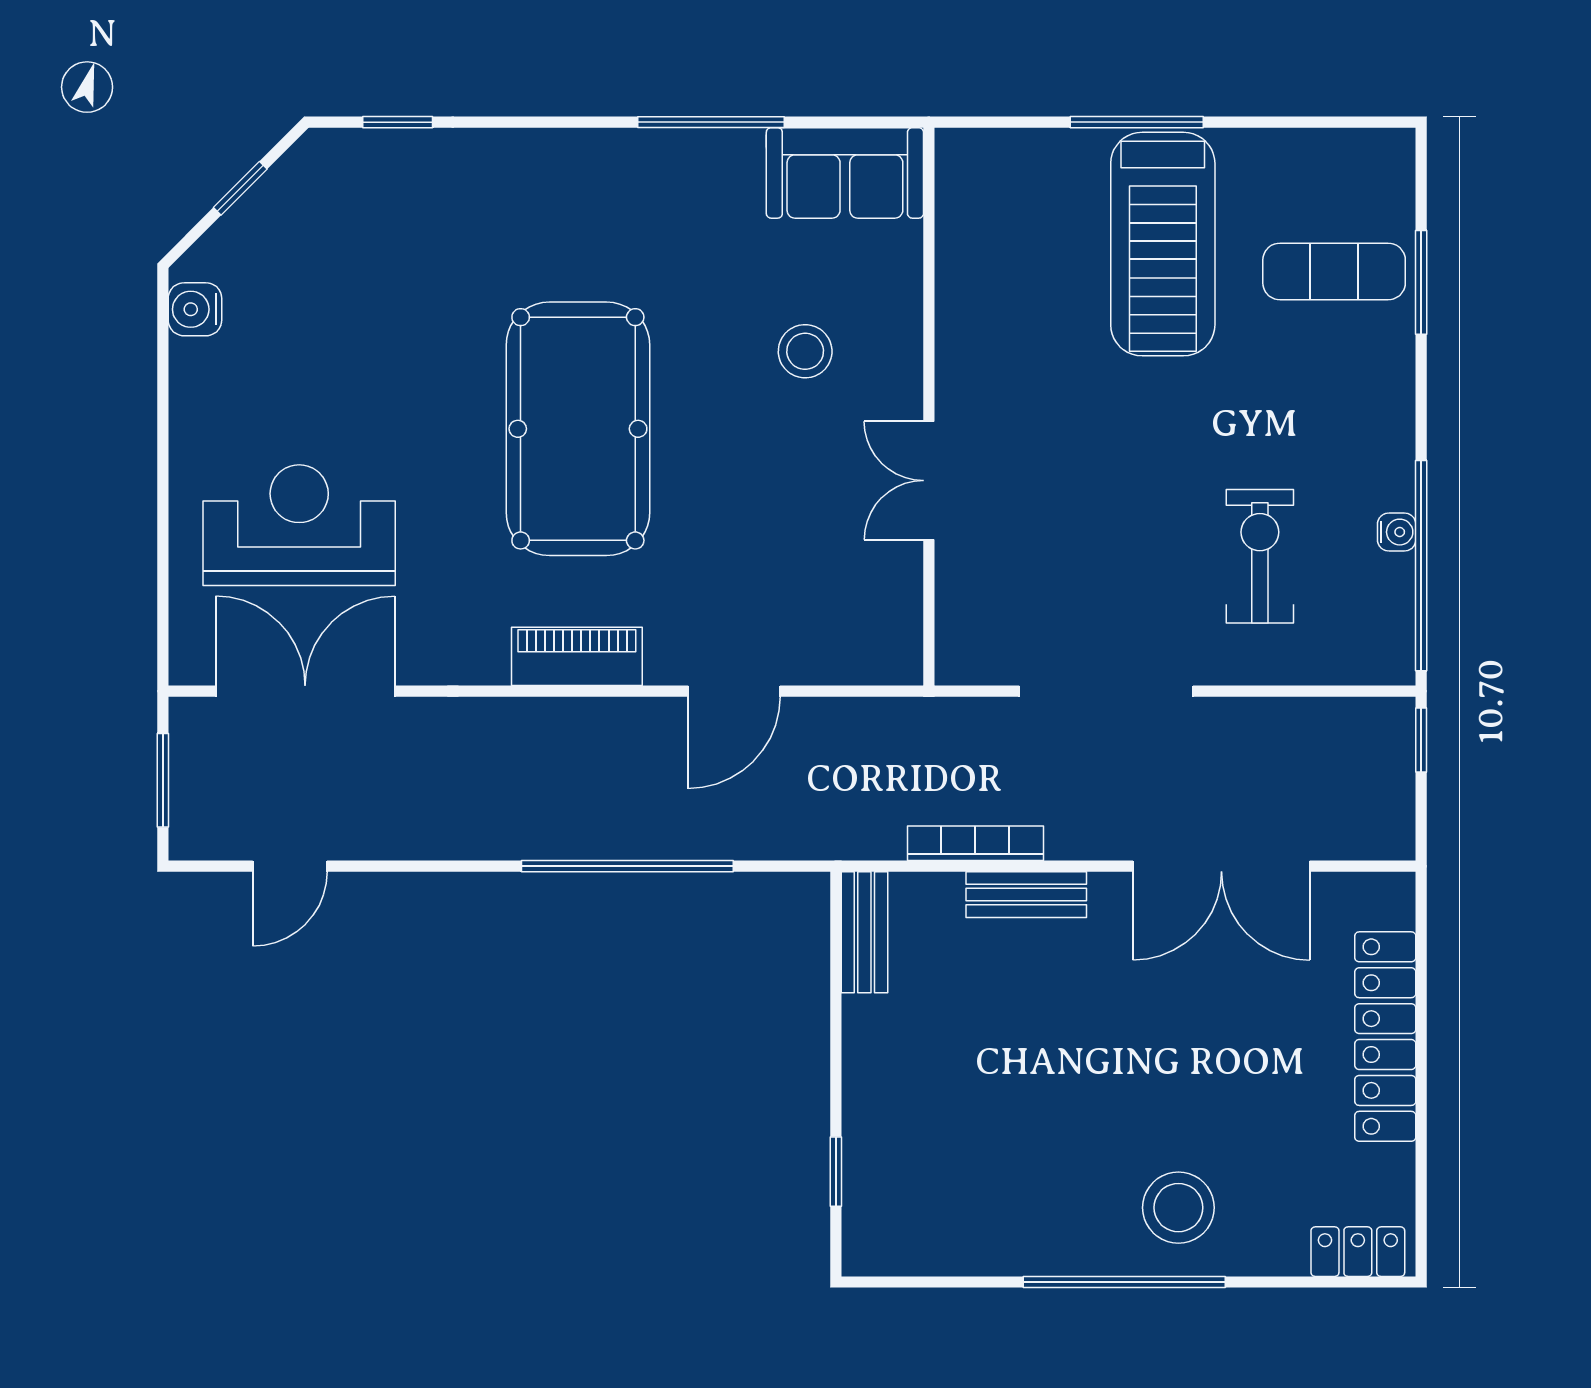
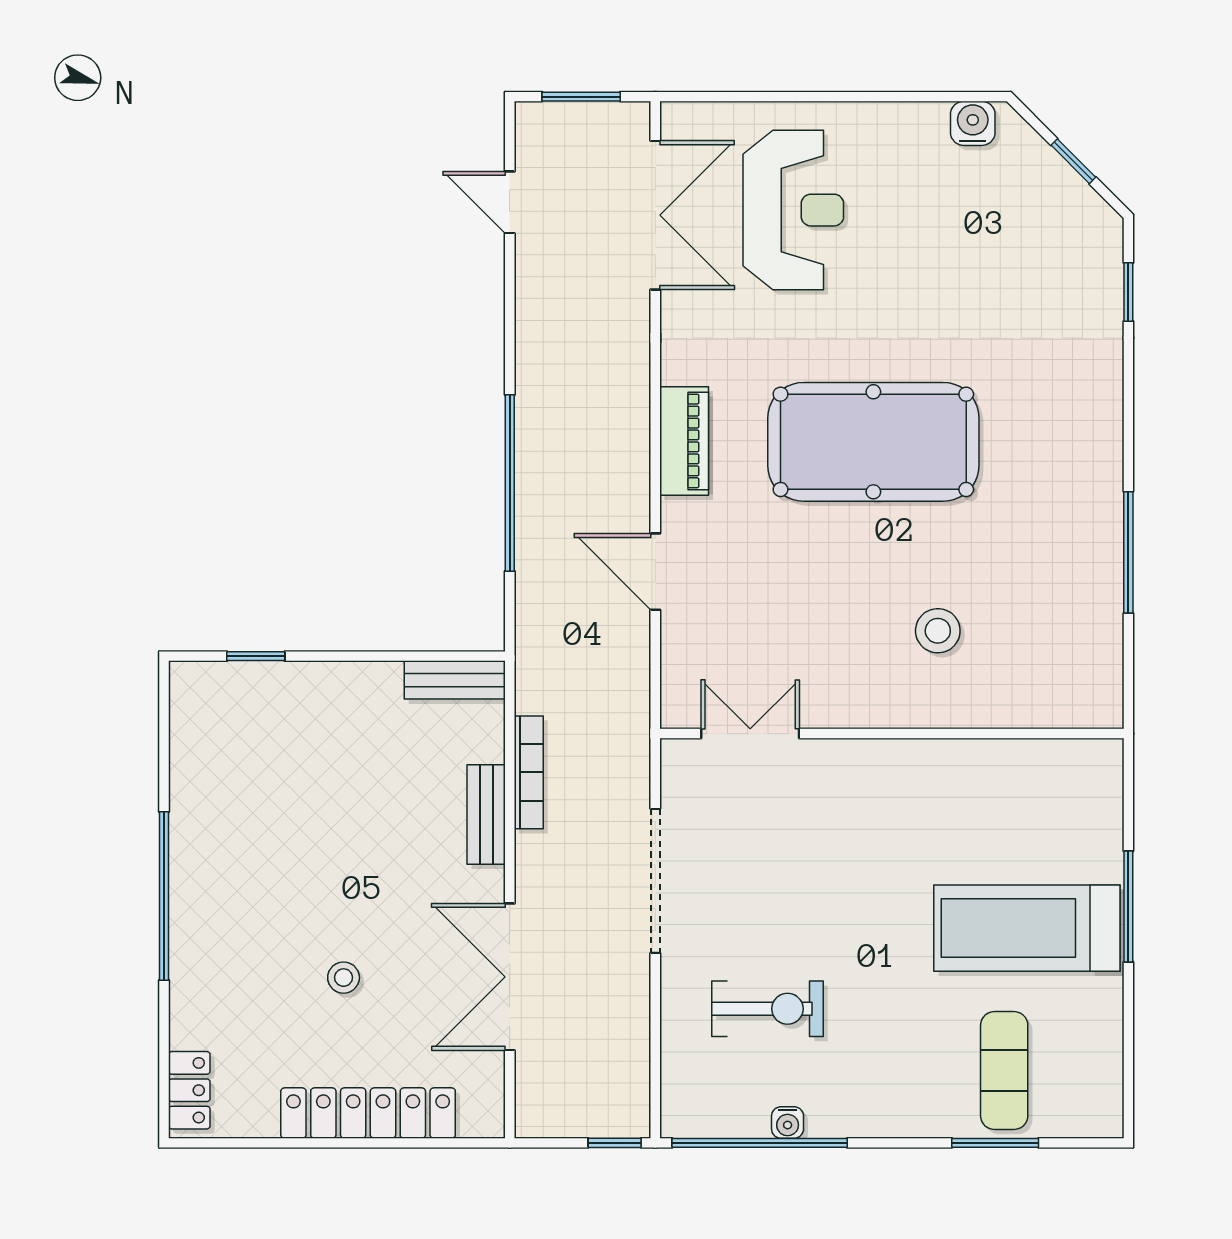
sofa: (845, 173) -> (1086, 664), removed
double door: (929, 481) -> (750, 734), moved
stool: (1178, 1208) -> (344, 978), moved, width x0.53, depth x0.53

